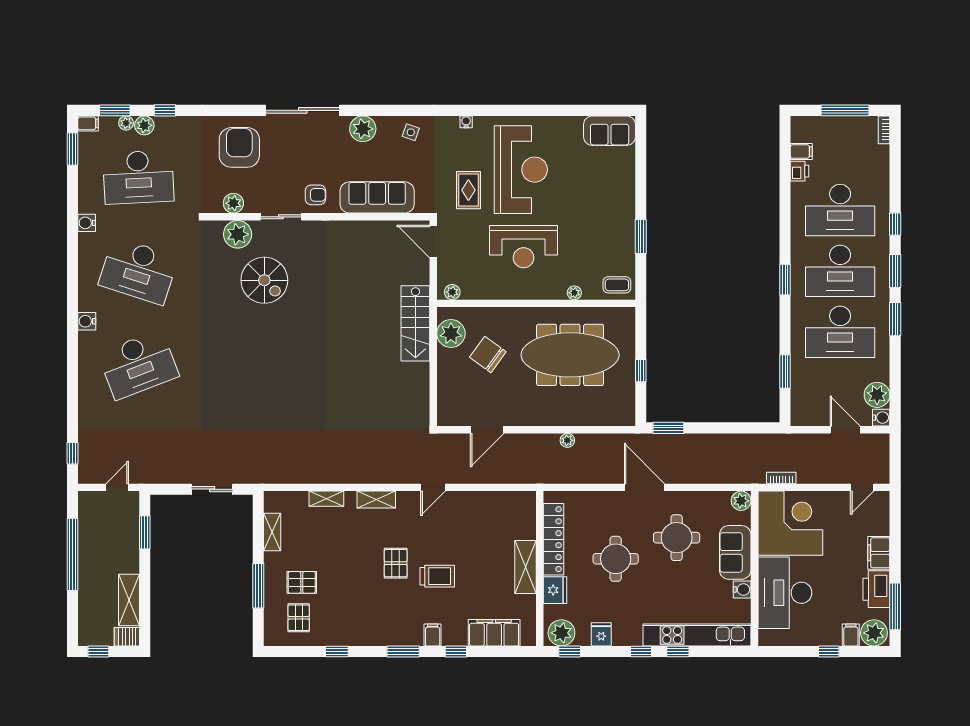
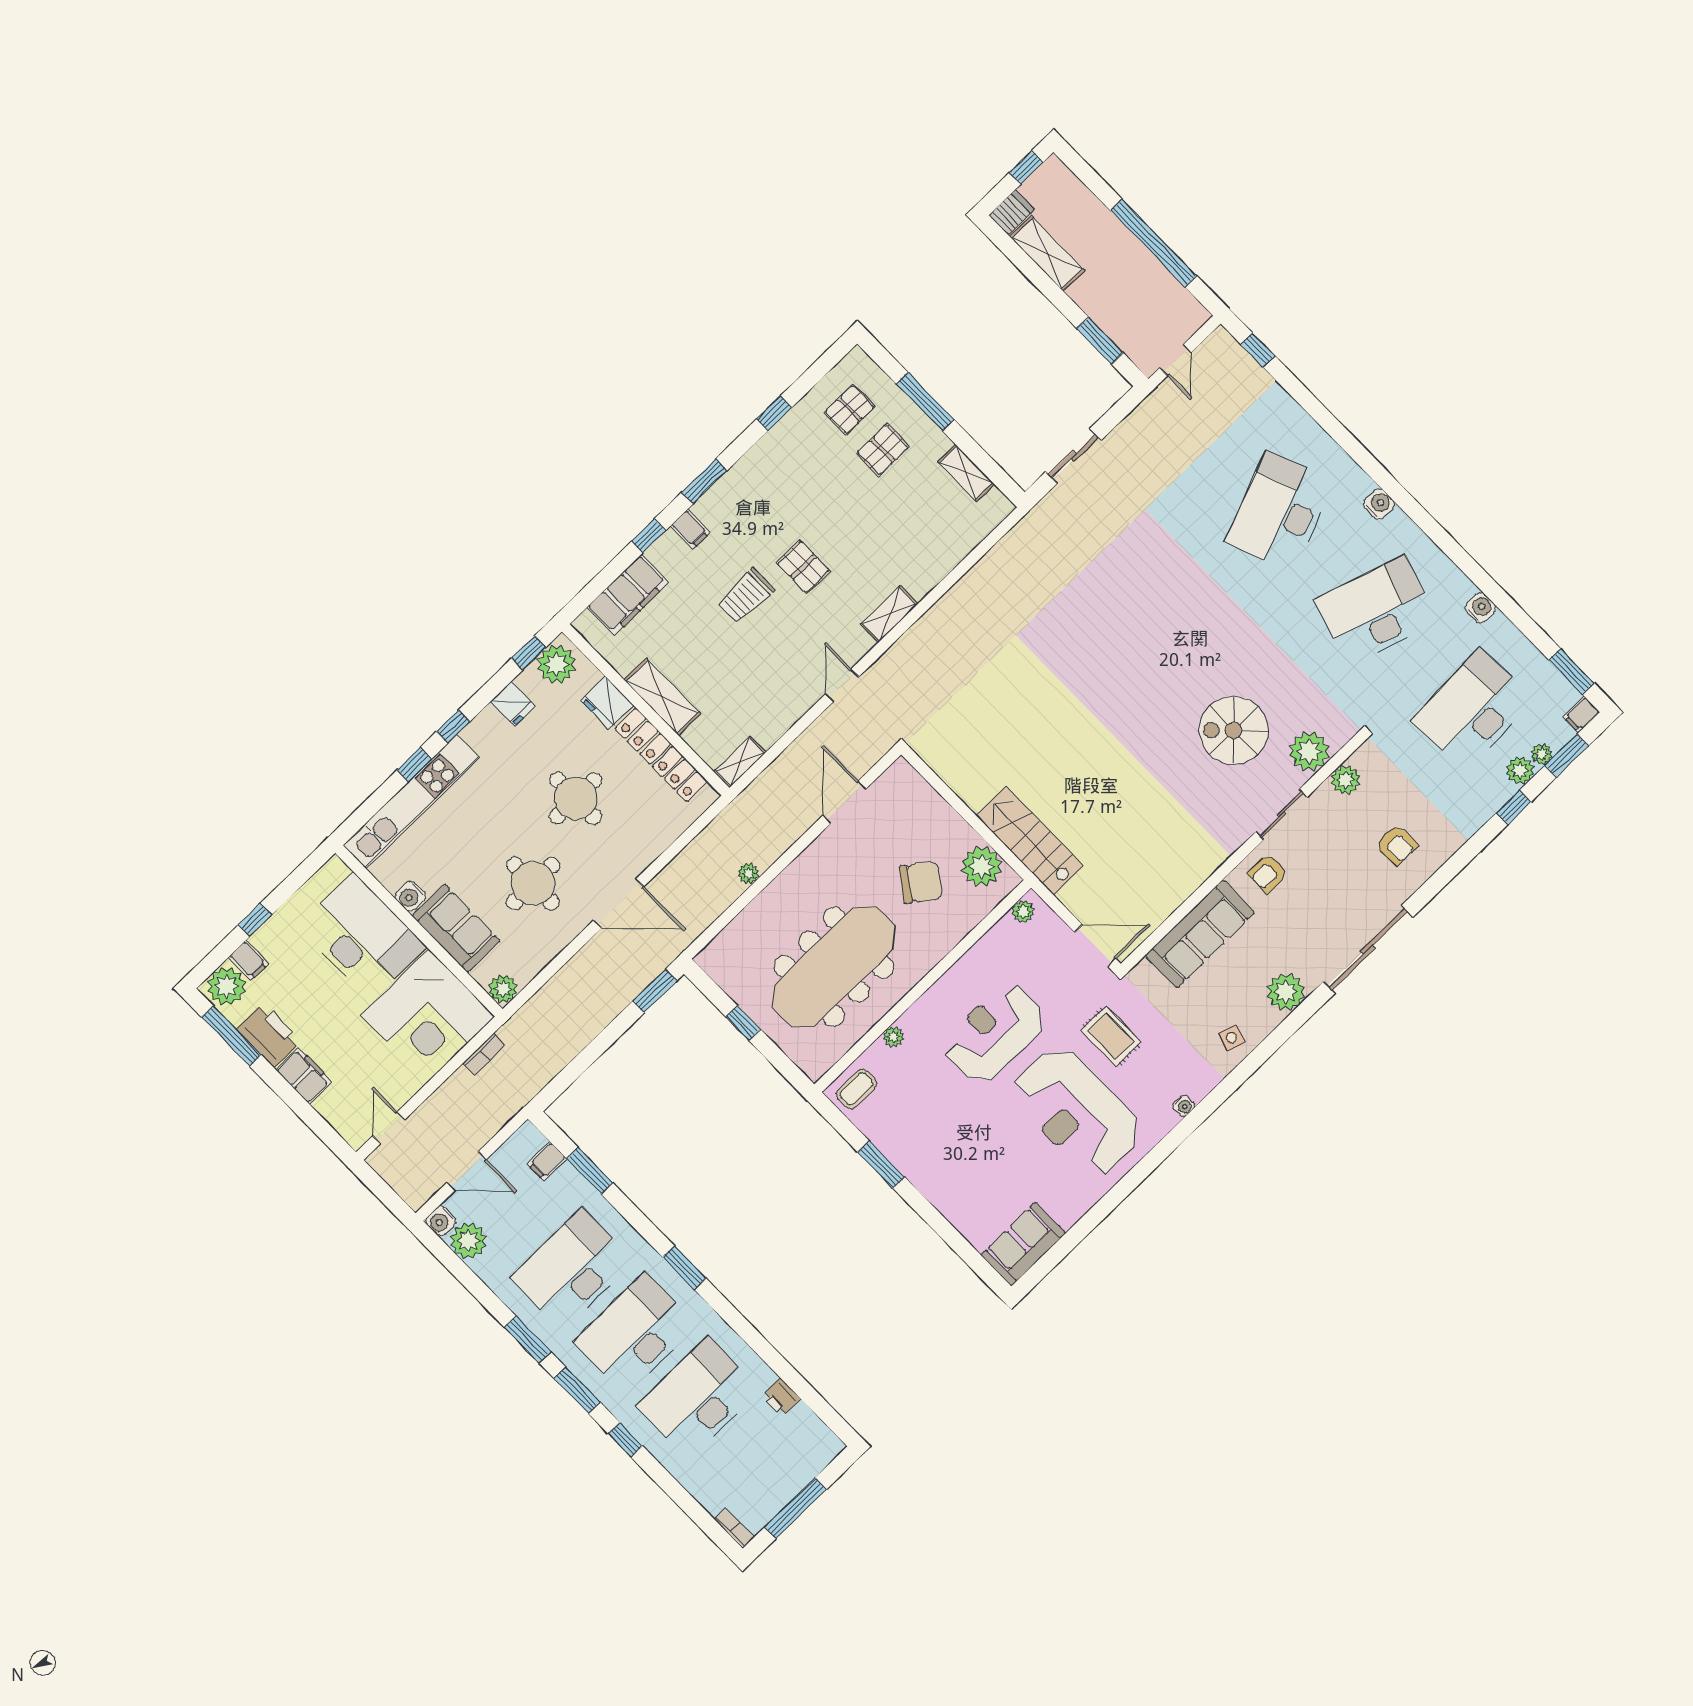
armchair: (239, 147) -> (1397, 845), width x0.53, depth x0.53
filing cabinet: (801, 152) -> (547, 1161), moved
shelving: (326, 499) -> (740, 762), moved
pallet: (299, 618) -> (850, 409), turned 90

